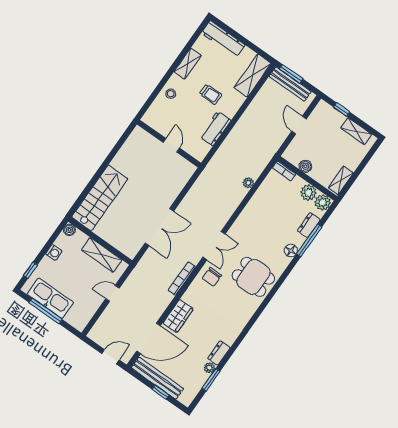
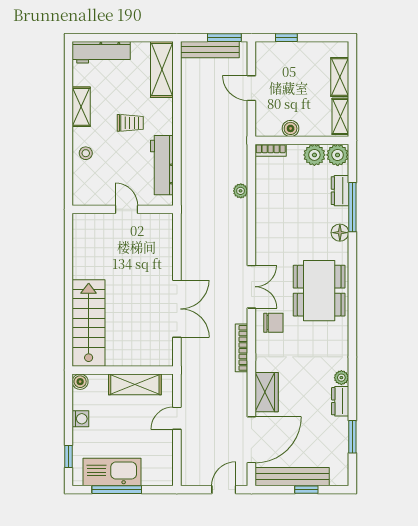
window: (291, 74) -> (224, 38), moved
workbench: (215, 129) -> (162, 165), width x1.38
shelving: (356, 131) -> (340, 77), moved, turned 90
chair: (212, 277) -> (273, 323), turned -90
dining table: (253, 277) -> (319, 291), width x1.38
plant: (209, 368) -> (341, 378), moved

